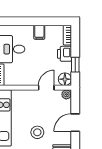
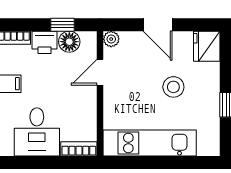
floor lamp: (65, 79) -> (69, 42), moved
door: (46, 88) -> (100, 72), hinge flipped

